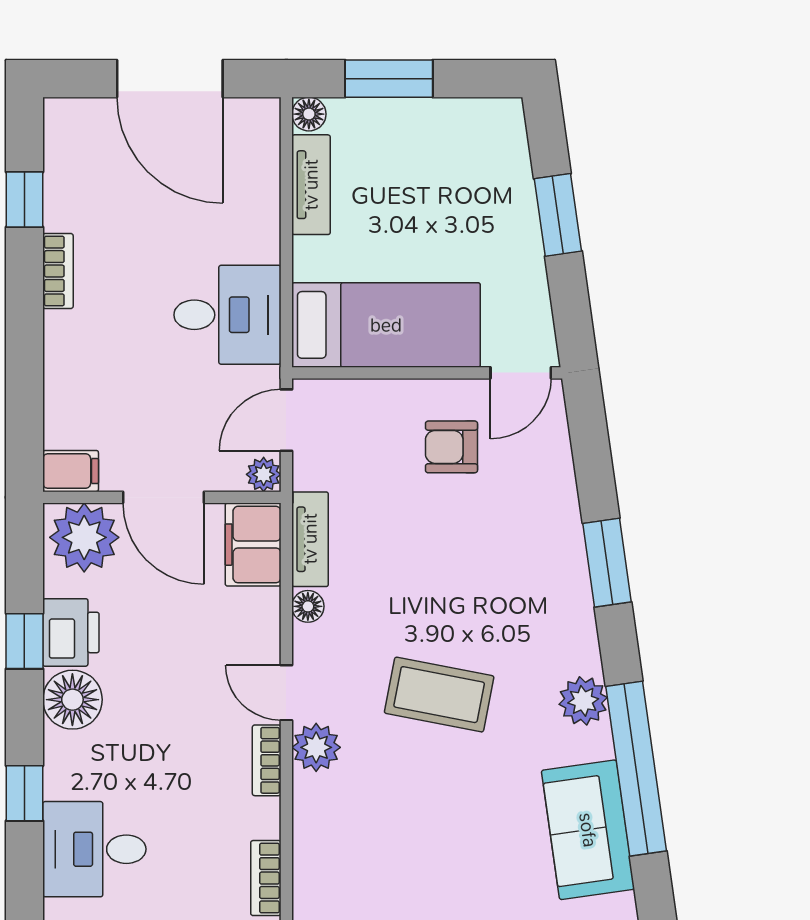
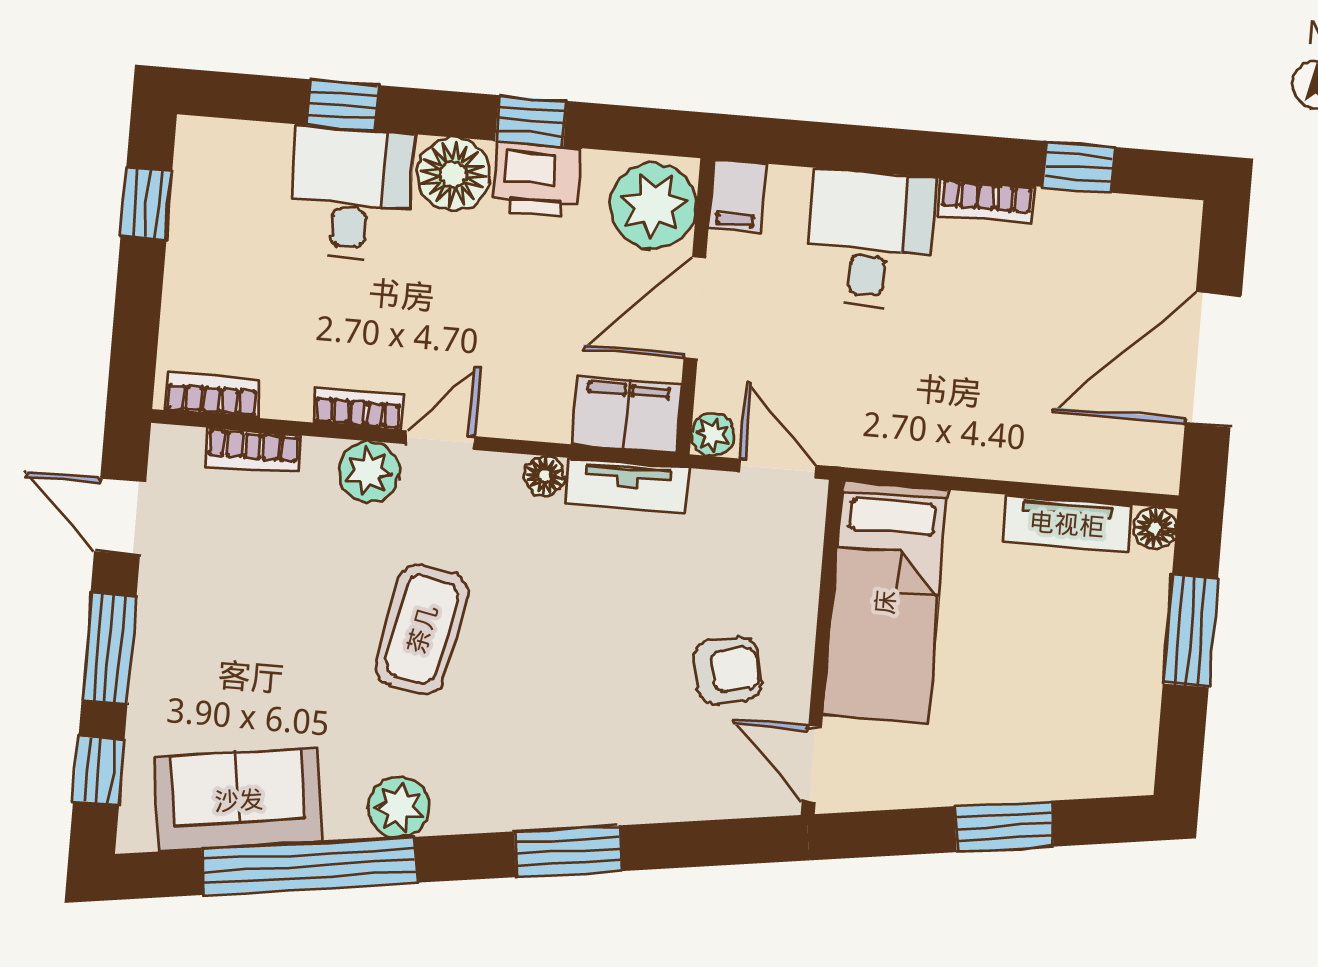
desk: (227, 315) -> (870, 239), moved, turned 180
armchair: (451, 447) -> (727, 670), turned 78
bookcase: (307, 842) -> (253, 450), added
desk: (94, 849) -> (351, 193), moved

